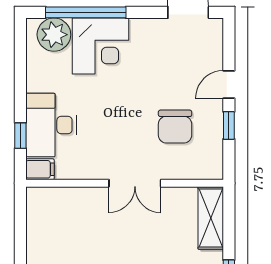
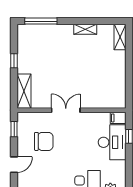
window: (229, 125) -> (14, 129), moved
chair: (175, 127) -> (44, 141), turned 90

